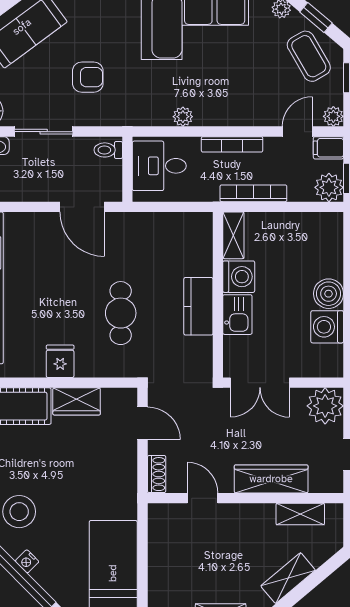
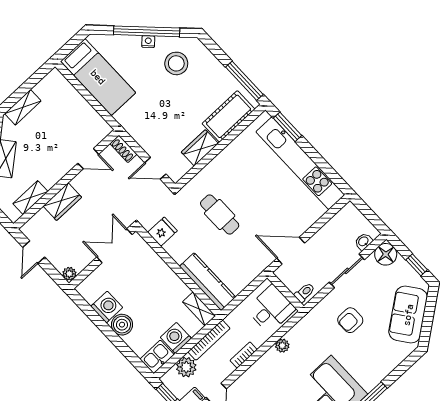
bookcase: (232, 144) -> (244, 355), width x0.64
plant: (329, 187) -> (186, 367), moved
washing machine: (239, 277) -> (176, 338), moved, turned 90
kitchen counter: (198, 306) -> (208, 282), moved, width x1.50
kitchen sink: (237, 315) -> (157, 357), moved, turned 90
fridge: (60, 361) -> (162, 232), moved, turned -90
plant: (325, 406) -> (69, 274), width x0.53, depth x0.53
wardrobe: (271, 479) -> (62, 202), width x0.67

